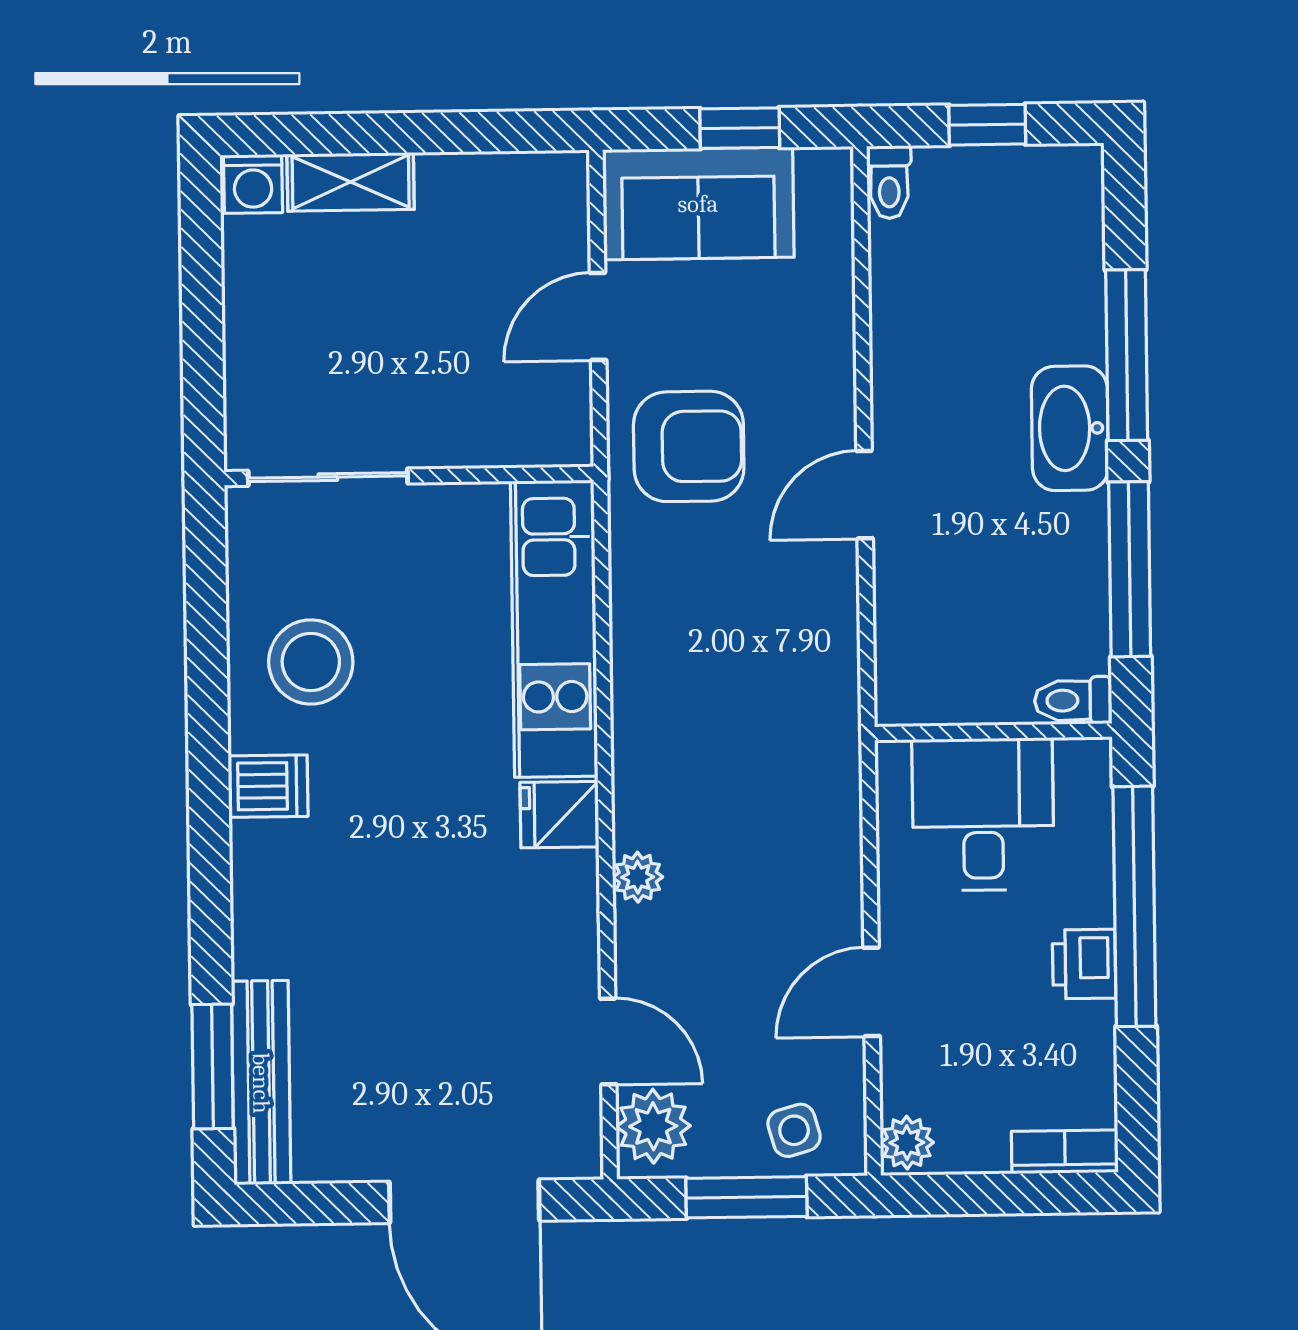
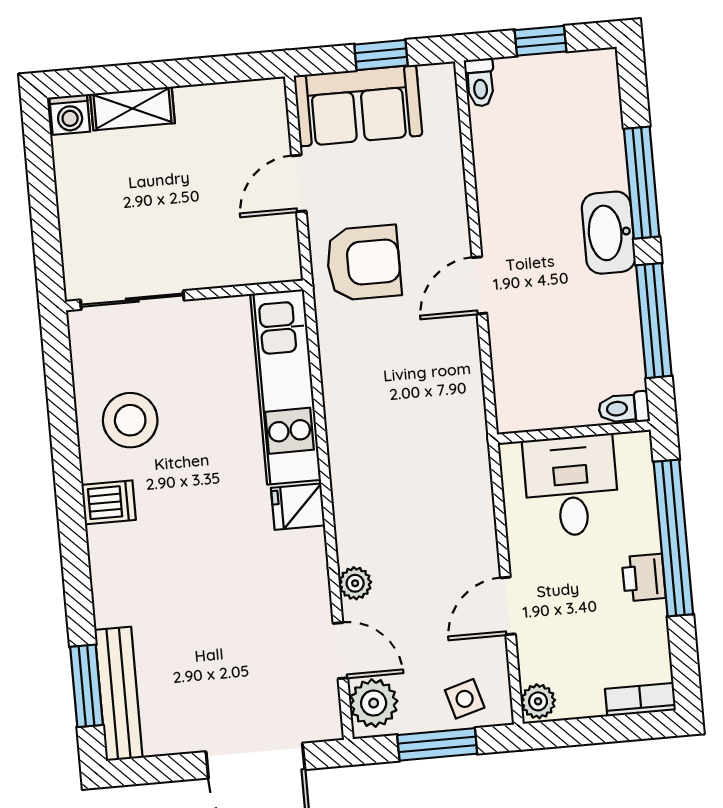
plant: (638, 877) -> (355, 583), moved

